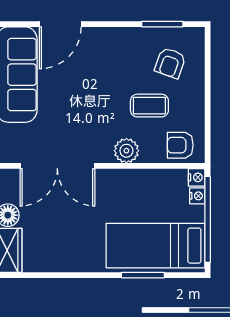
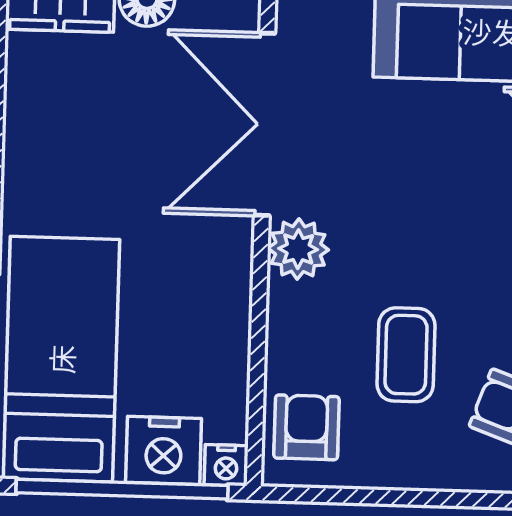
plant: (126, 151) -> (298, 249), moved
nightstand: (197, 196) -> (164, 450), width x1.89, depth x1.79

